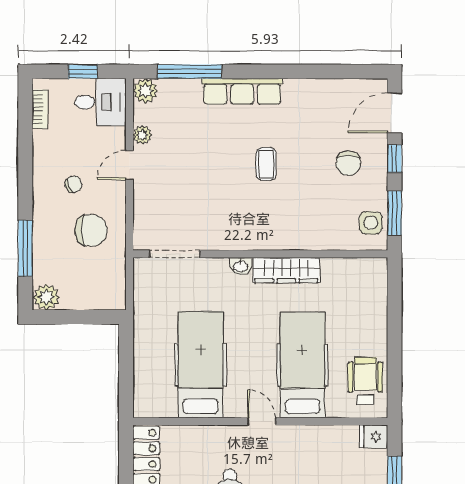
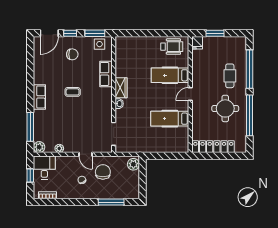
row of seats: (242, 91) -> (39, 97), width x0.68
door: (395, 113) -> (49, 33), hinge flipped
door: (130, 165) -> (86, 154), moved
row of seats: (305, 237) -> (106, 74), added
wardrobe: (286, 270) -> (121, 88), width x0.67
plant: (46, 297) -> (133, 164), moved
hospital bed: (201, 365) -> (170, 119), width x0.73, depth x0.78
hospital bed: (303, 365) -> (170, 75), width x0.73, depth x0.78
wheelchair: (365, 381) -> (172, 47), turned 180

